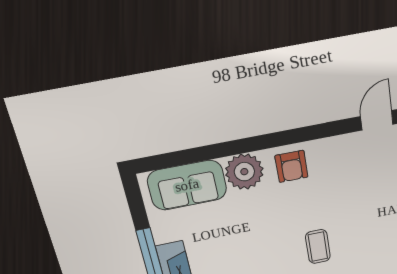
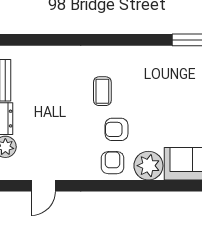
armchair: (293, 207) -> (117, 129), added

